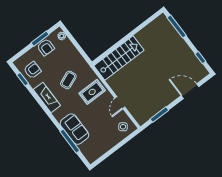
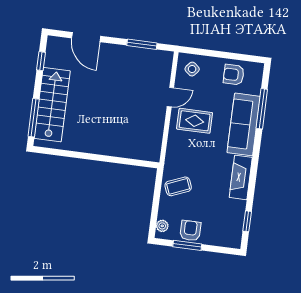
stairs: (119, 58) -> (52, 105), moved, turned 90
armchair: (32, 70) -> (234, 75), moved
coffee table: (68, 80) -> (178, 186), moved
rug: (92, 92) -> (195, 121), moved
sofa: (74, 129) -> (244, 124), width x1.36

